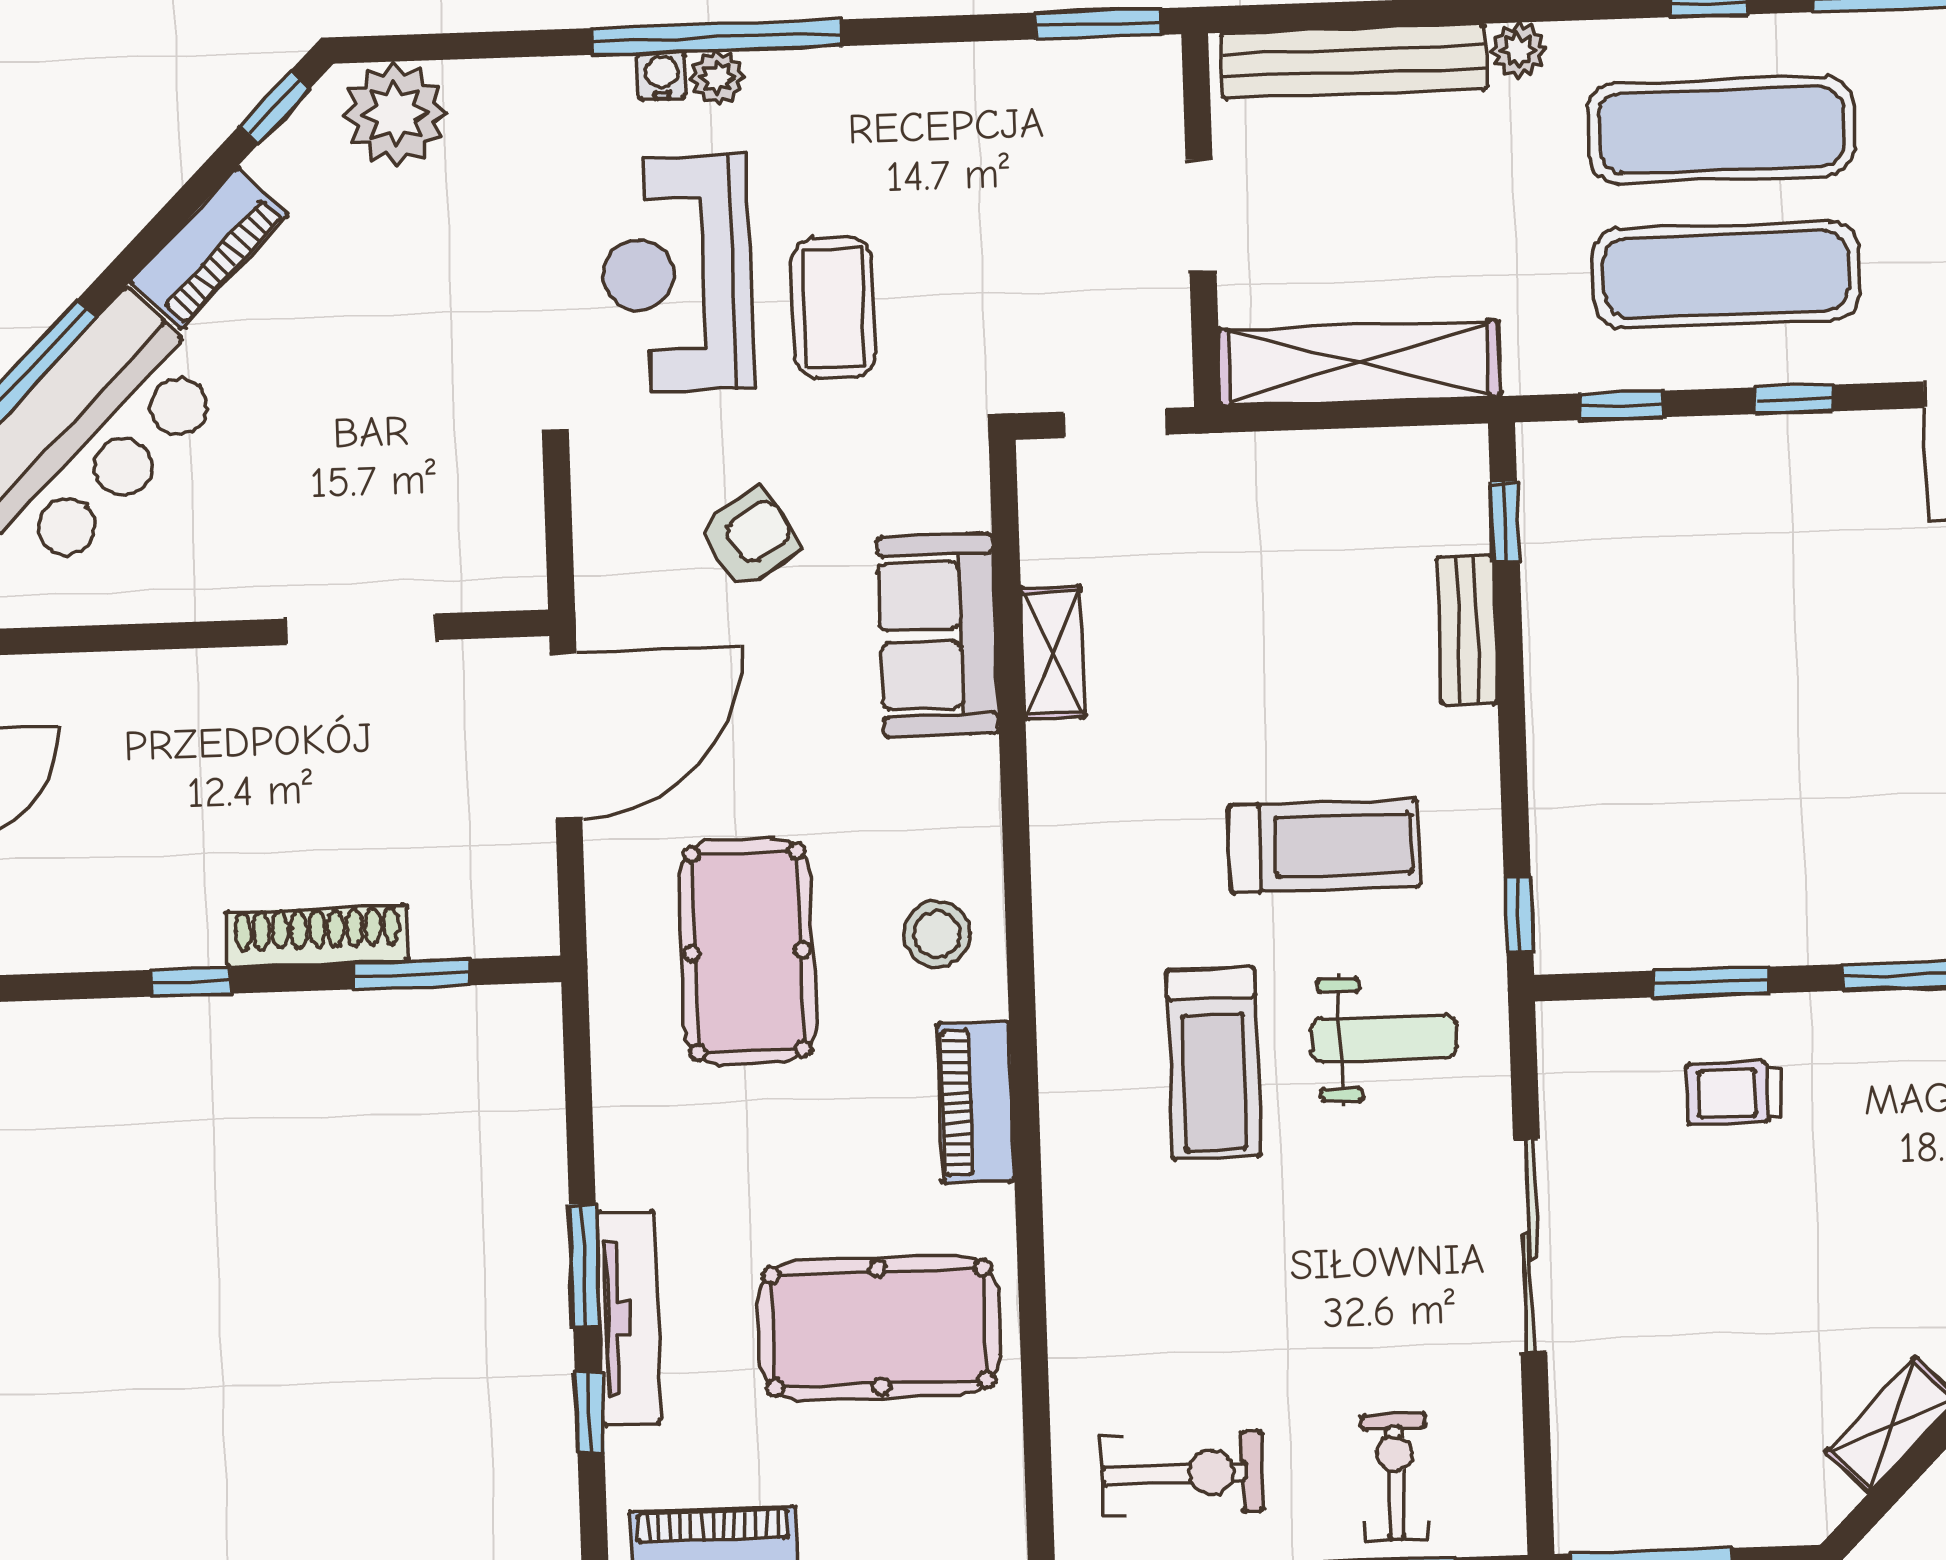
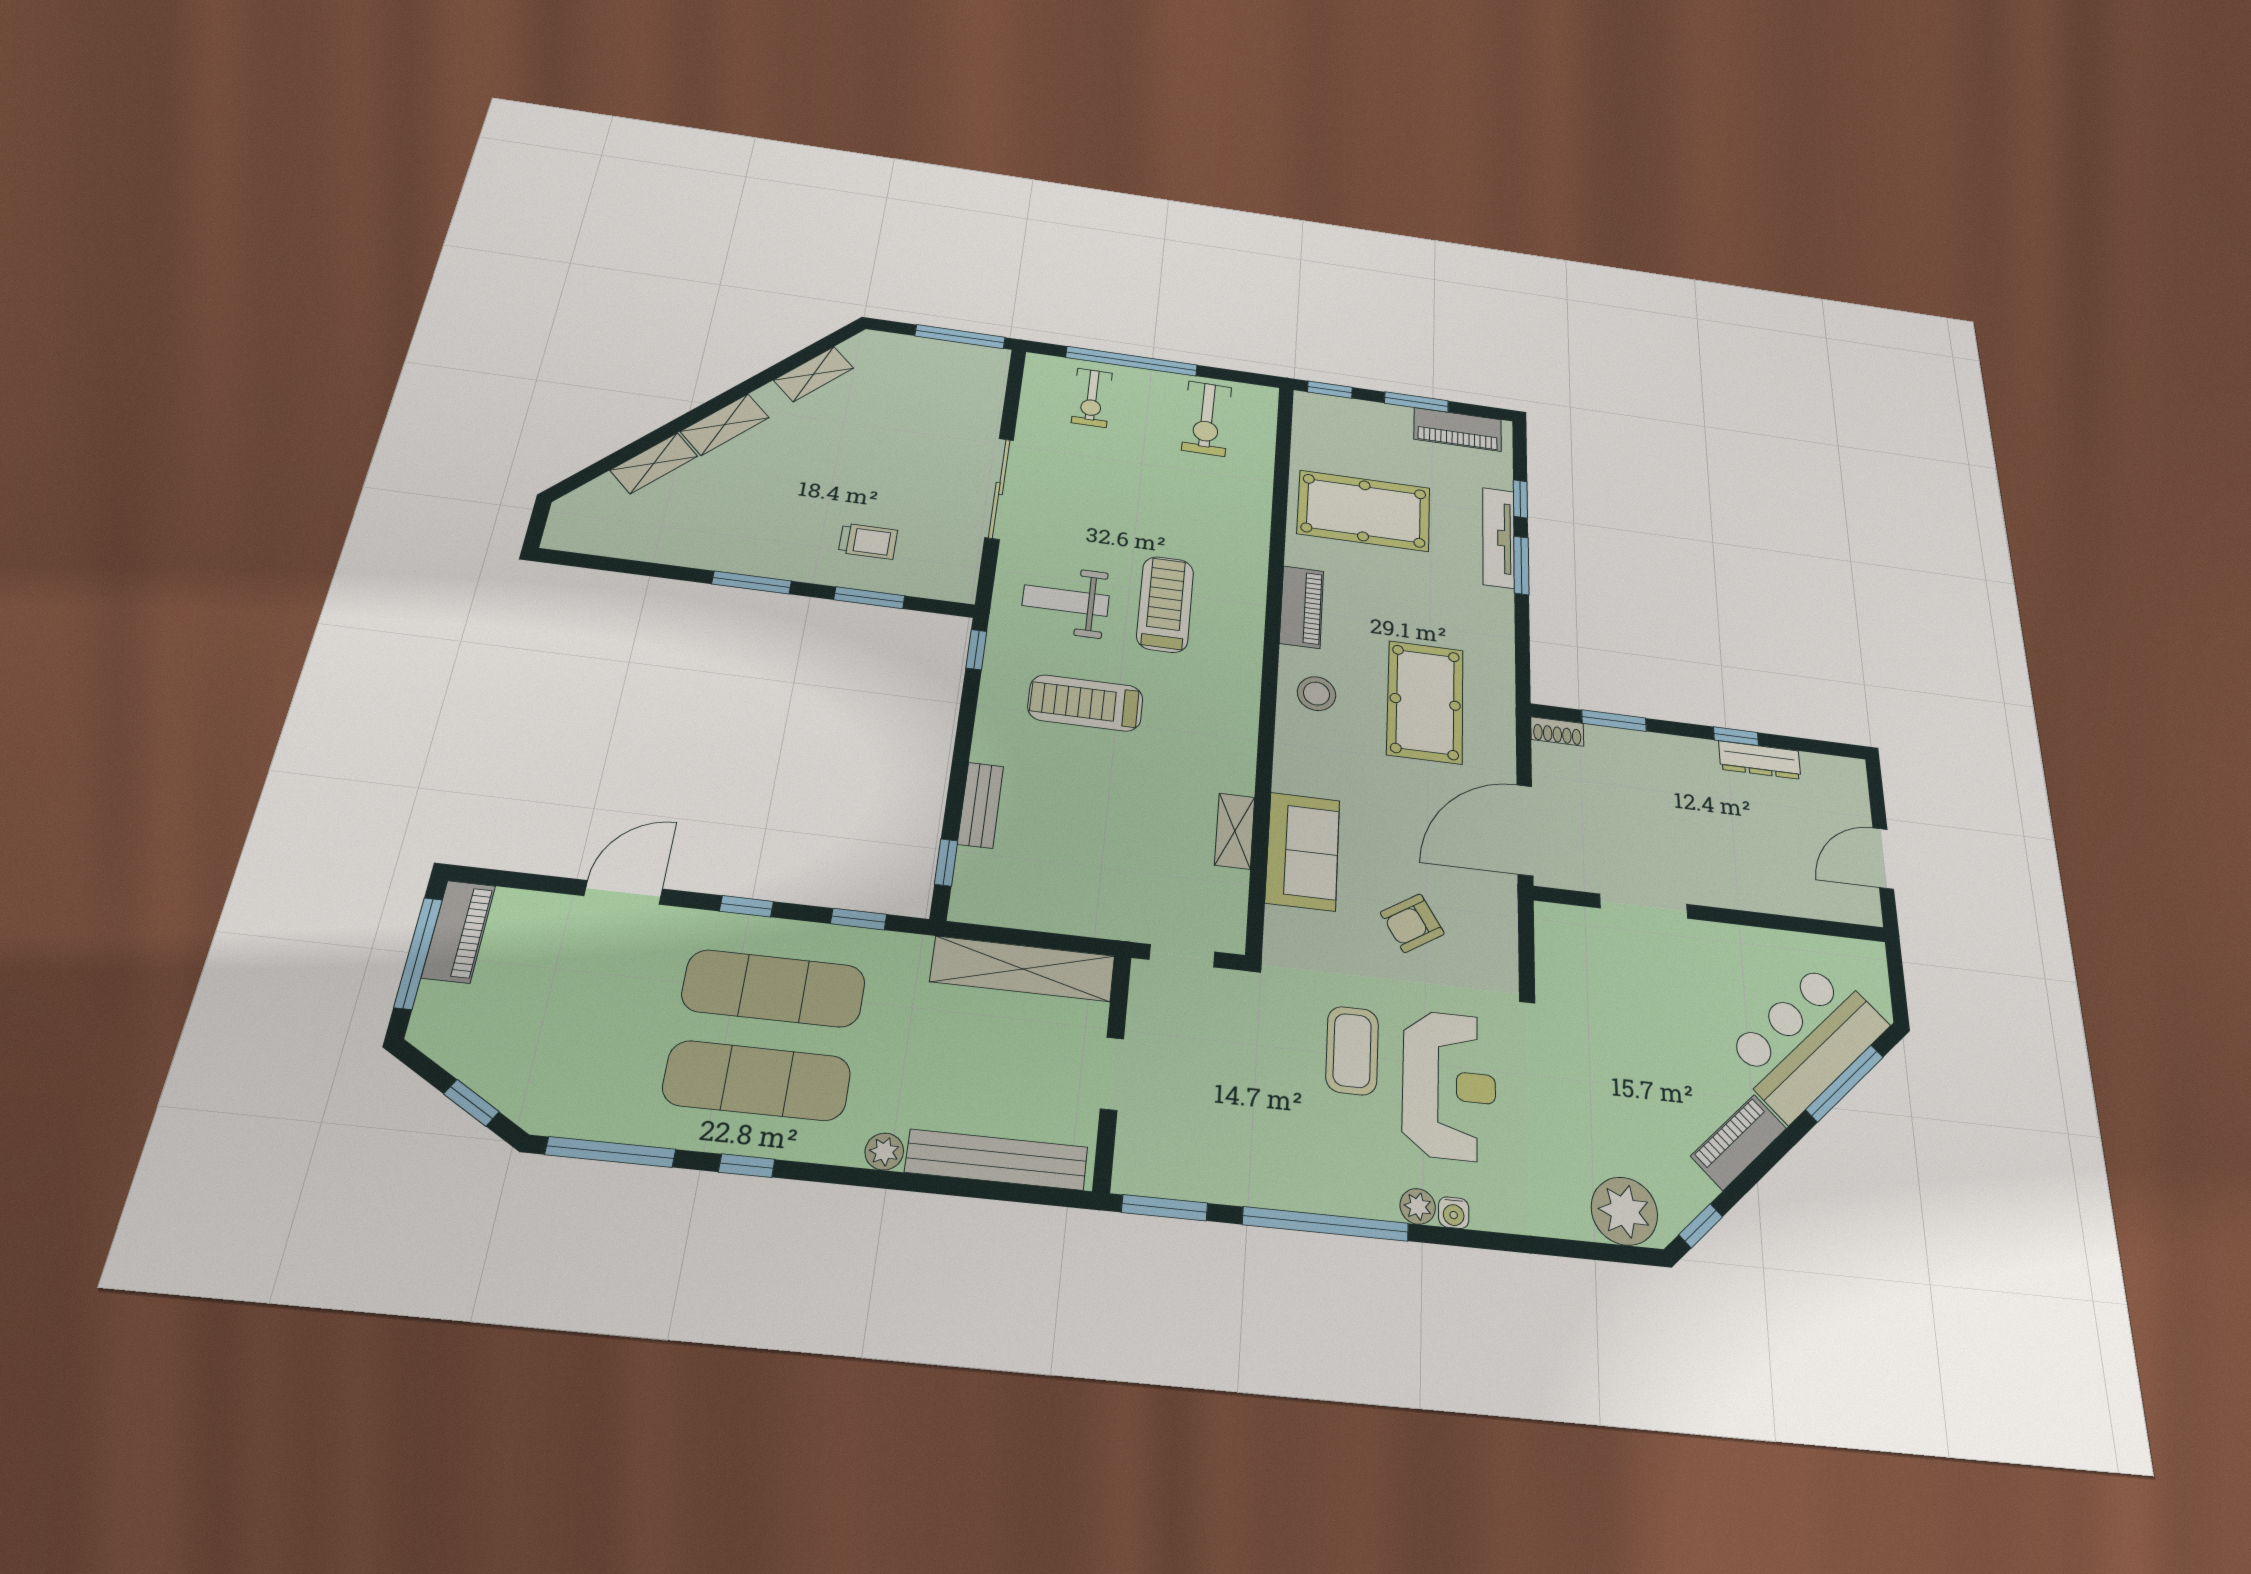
window: (717, 37) -> (1326, 1224), moved
shoe rack: (317, 936) -> (1557, 731), moved, width x0.51, depth x0.81
dresser: (149, 942) -> (1760, 760), added
exercise bike: (1182, 1473) -> (1207, 419), turned -89

